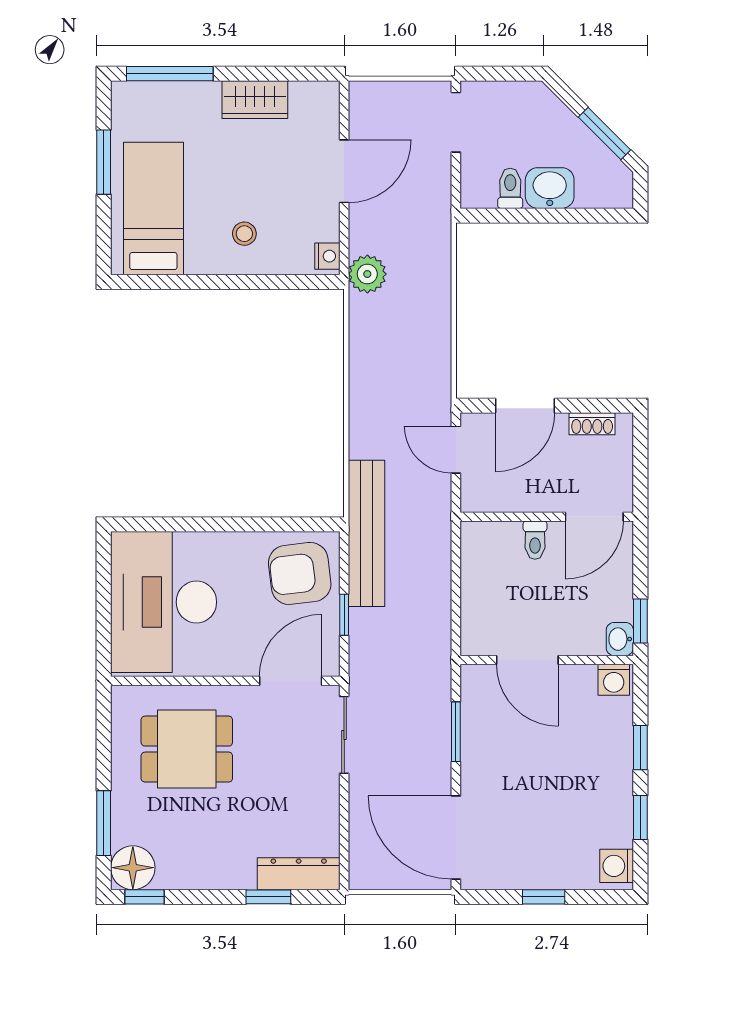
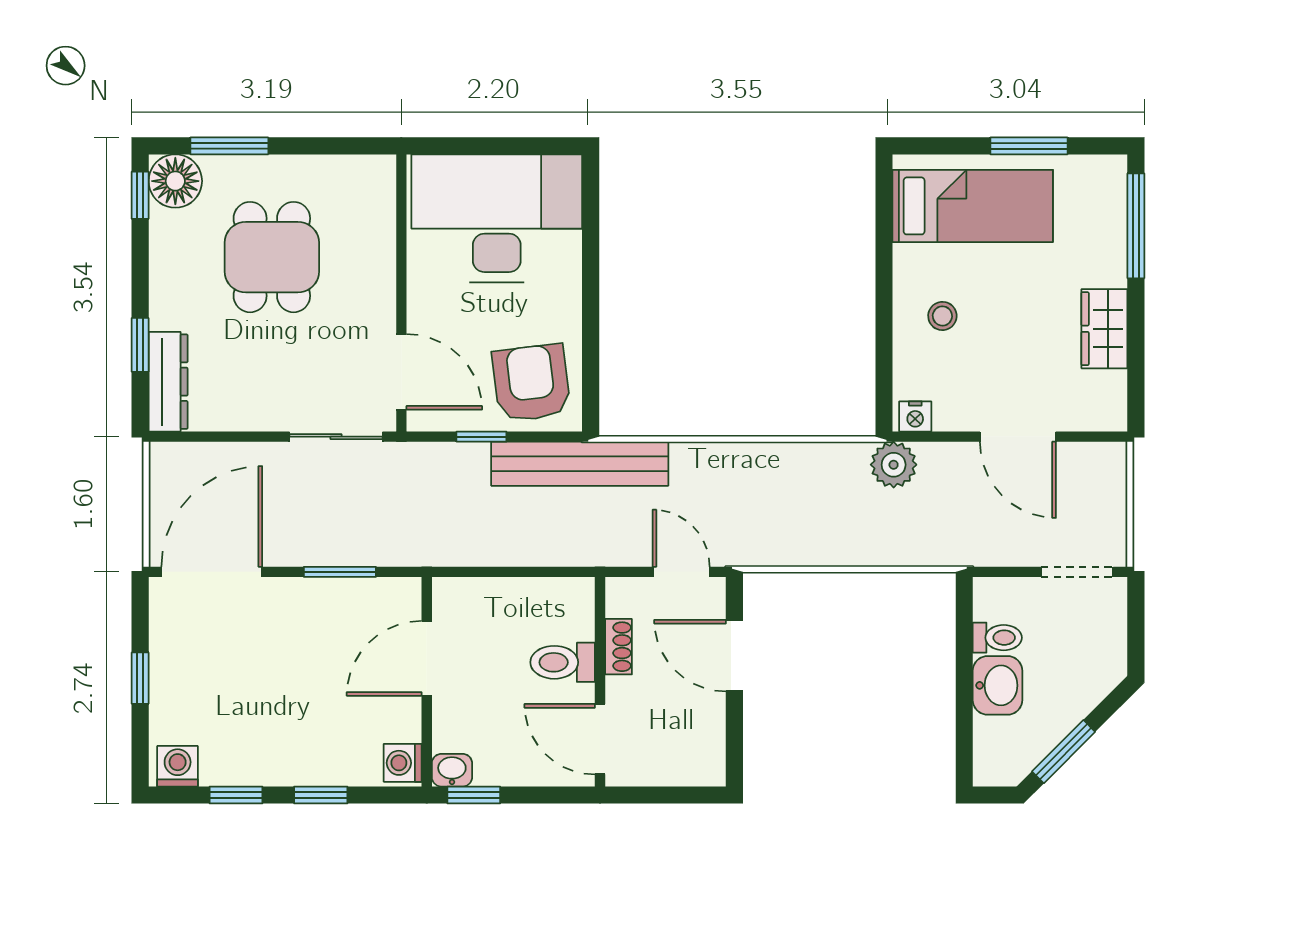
shoe rack: (592, 424) -> (619, 647), moved, turned 180
door: (456, 450) -> (681, 572), hinge flipped
toilet: (535, 540) -> (563, 662), width x1.37, depth x1.39
dining table: (187, 749) -> (272, 257), moved

